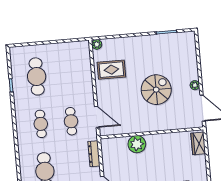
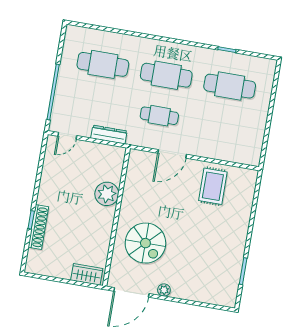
plant: (97, 44) -> (251, 176), removed
spiral stairs: (156, 90) -> (145, 243), moved
door: (97, 117) -> (172, 154), moved
cafe table: (41, 124) -> (166, 75), width x1.37, depth x1.35

